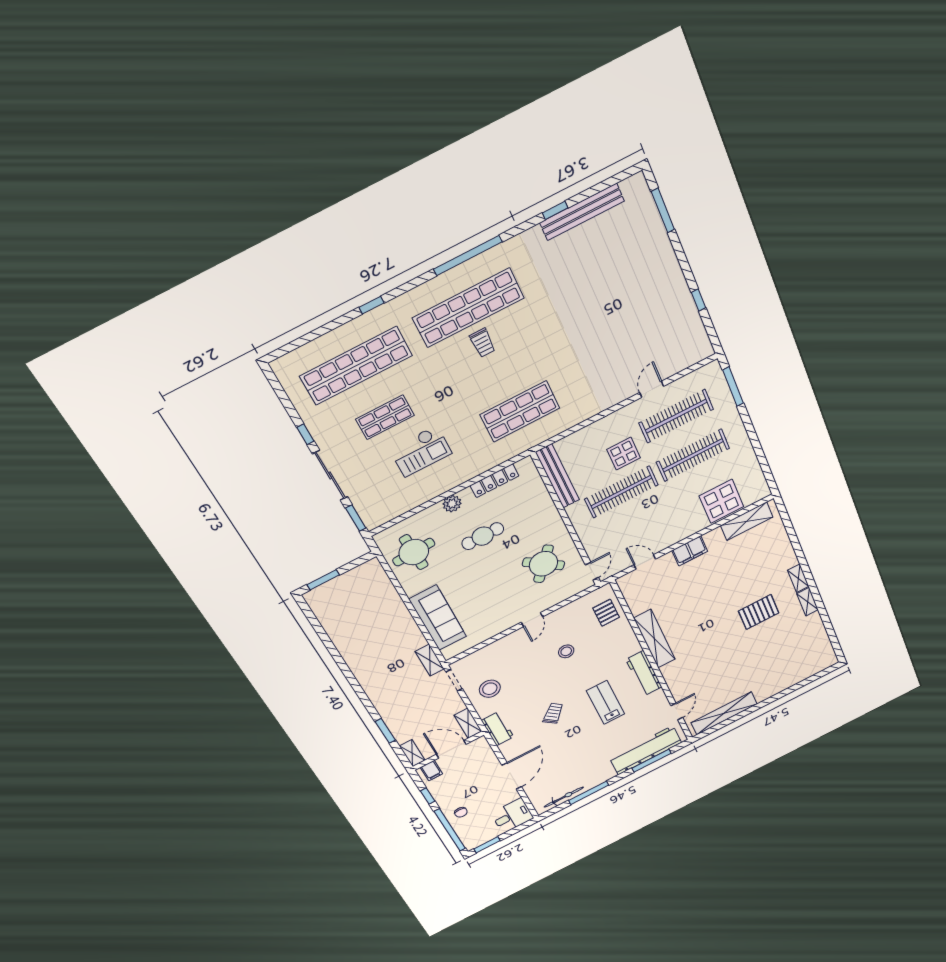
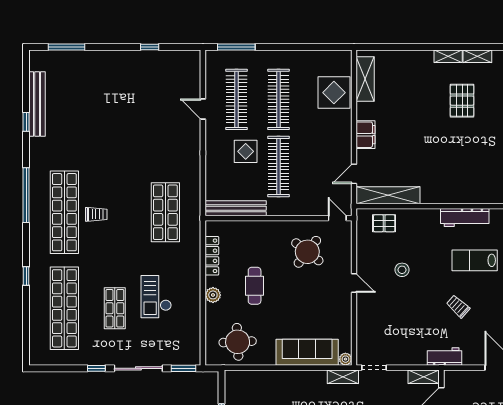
checkout: (421, 451) -> (156, 297), turned 180
shelving: (654, 639) -> (388, 195), moved
plant: (449, 653) -> (345, 359), added
stool: (490, 689) -> (400, 344), removed

